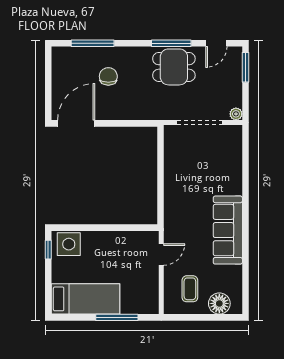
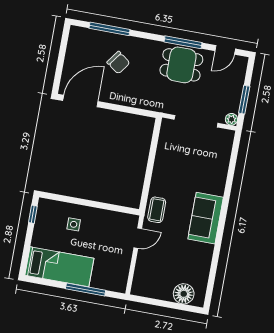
window: (245, 67) -> (244, 100), moved
chair: (108, 76) -> (118, 63), turned 126
sofa: (228, 230) -> (206, 218), width x0.73
side table: (69, 244) -> (74, 224), moved, width x0.54, depth x0.54
coffee table: (190, 289) -> (157, 210), moved

